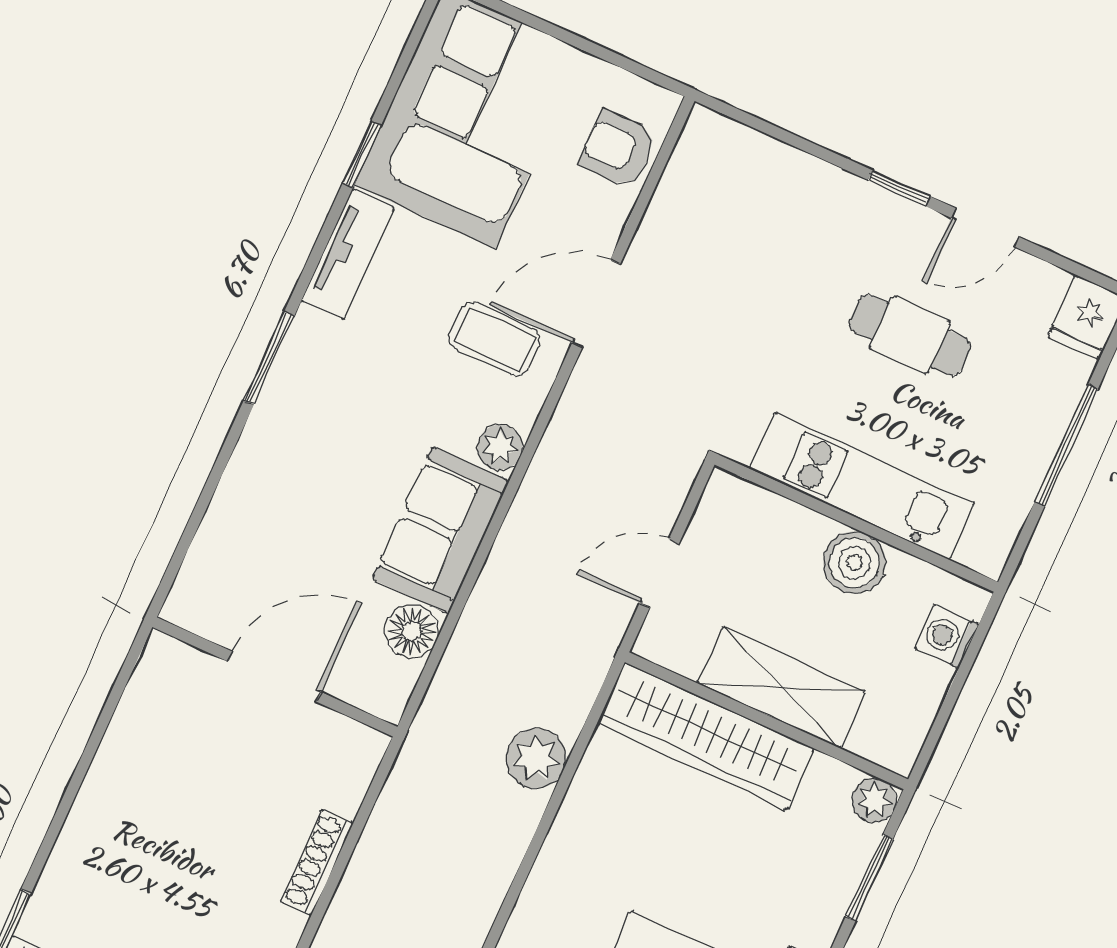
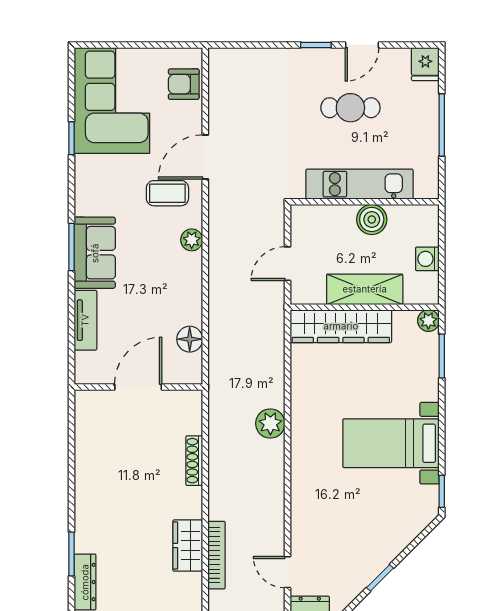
tv unit: (348, 254) -> (85, 320), moved
sofa: (441, 530) -> (95, 253), moved, turned 180
washing machine: (947, 636) -> (427, 259), moved
plant: (536, 758) -> (270, 423), moved

